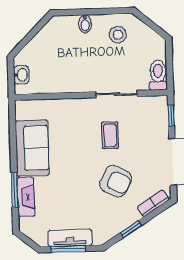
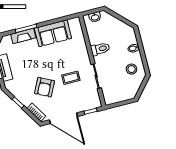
toilet: (158, 75) -> (100, 49), moved

